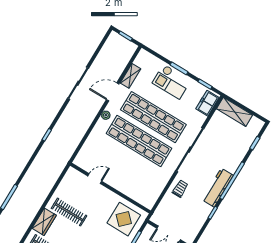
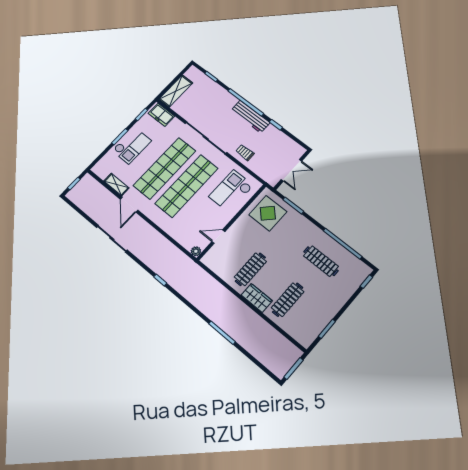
plant: (106, 115) -> (196, 251), moved
door: (95, 179) -> (218, 237), hinge flipped
checkout: (140, 183) -> (231, 191), added

